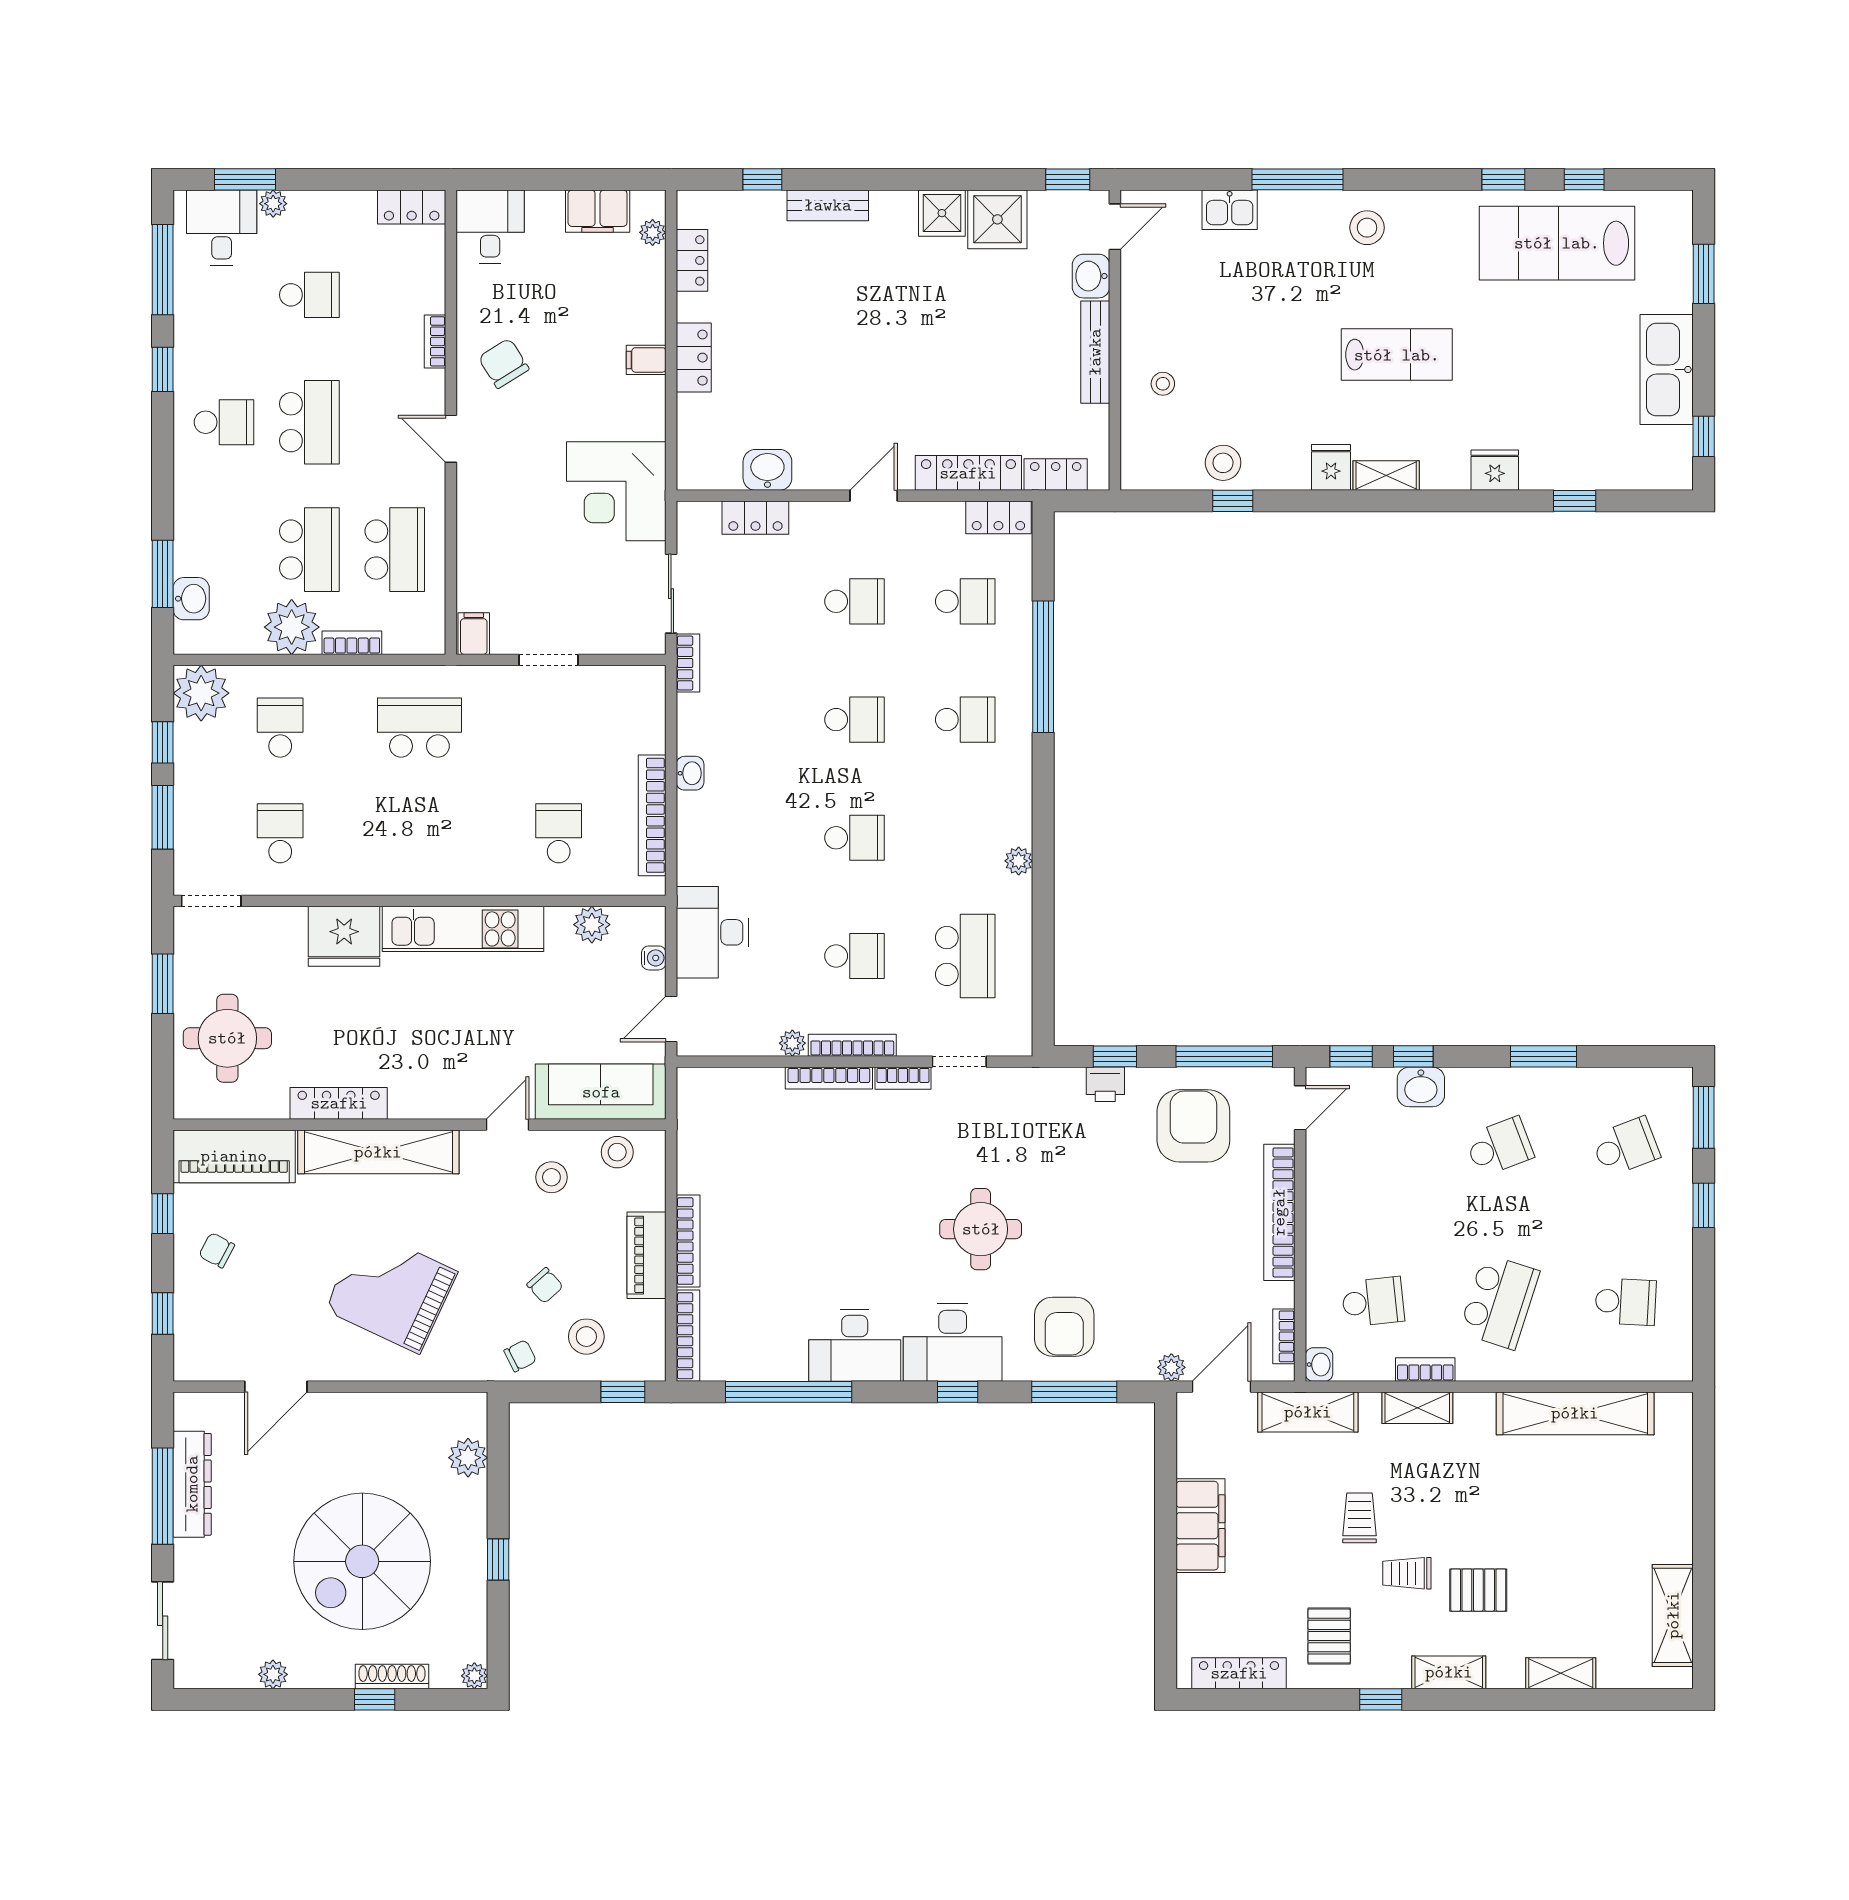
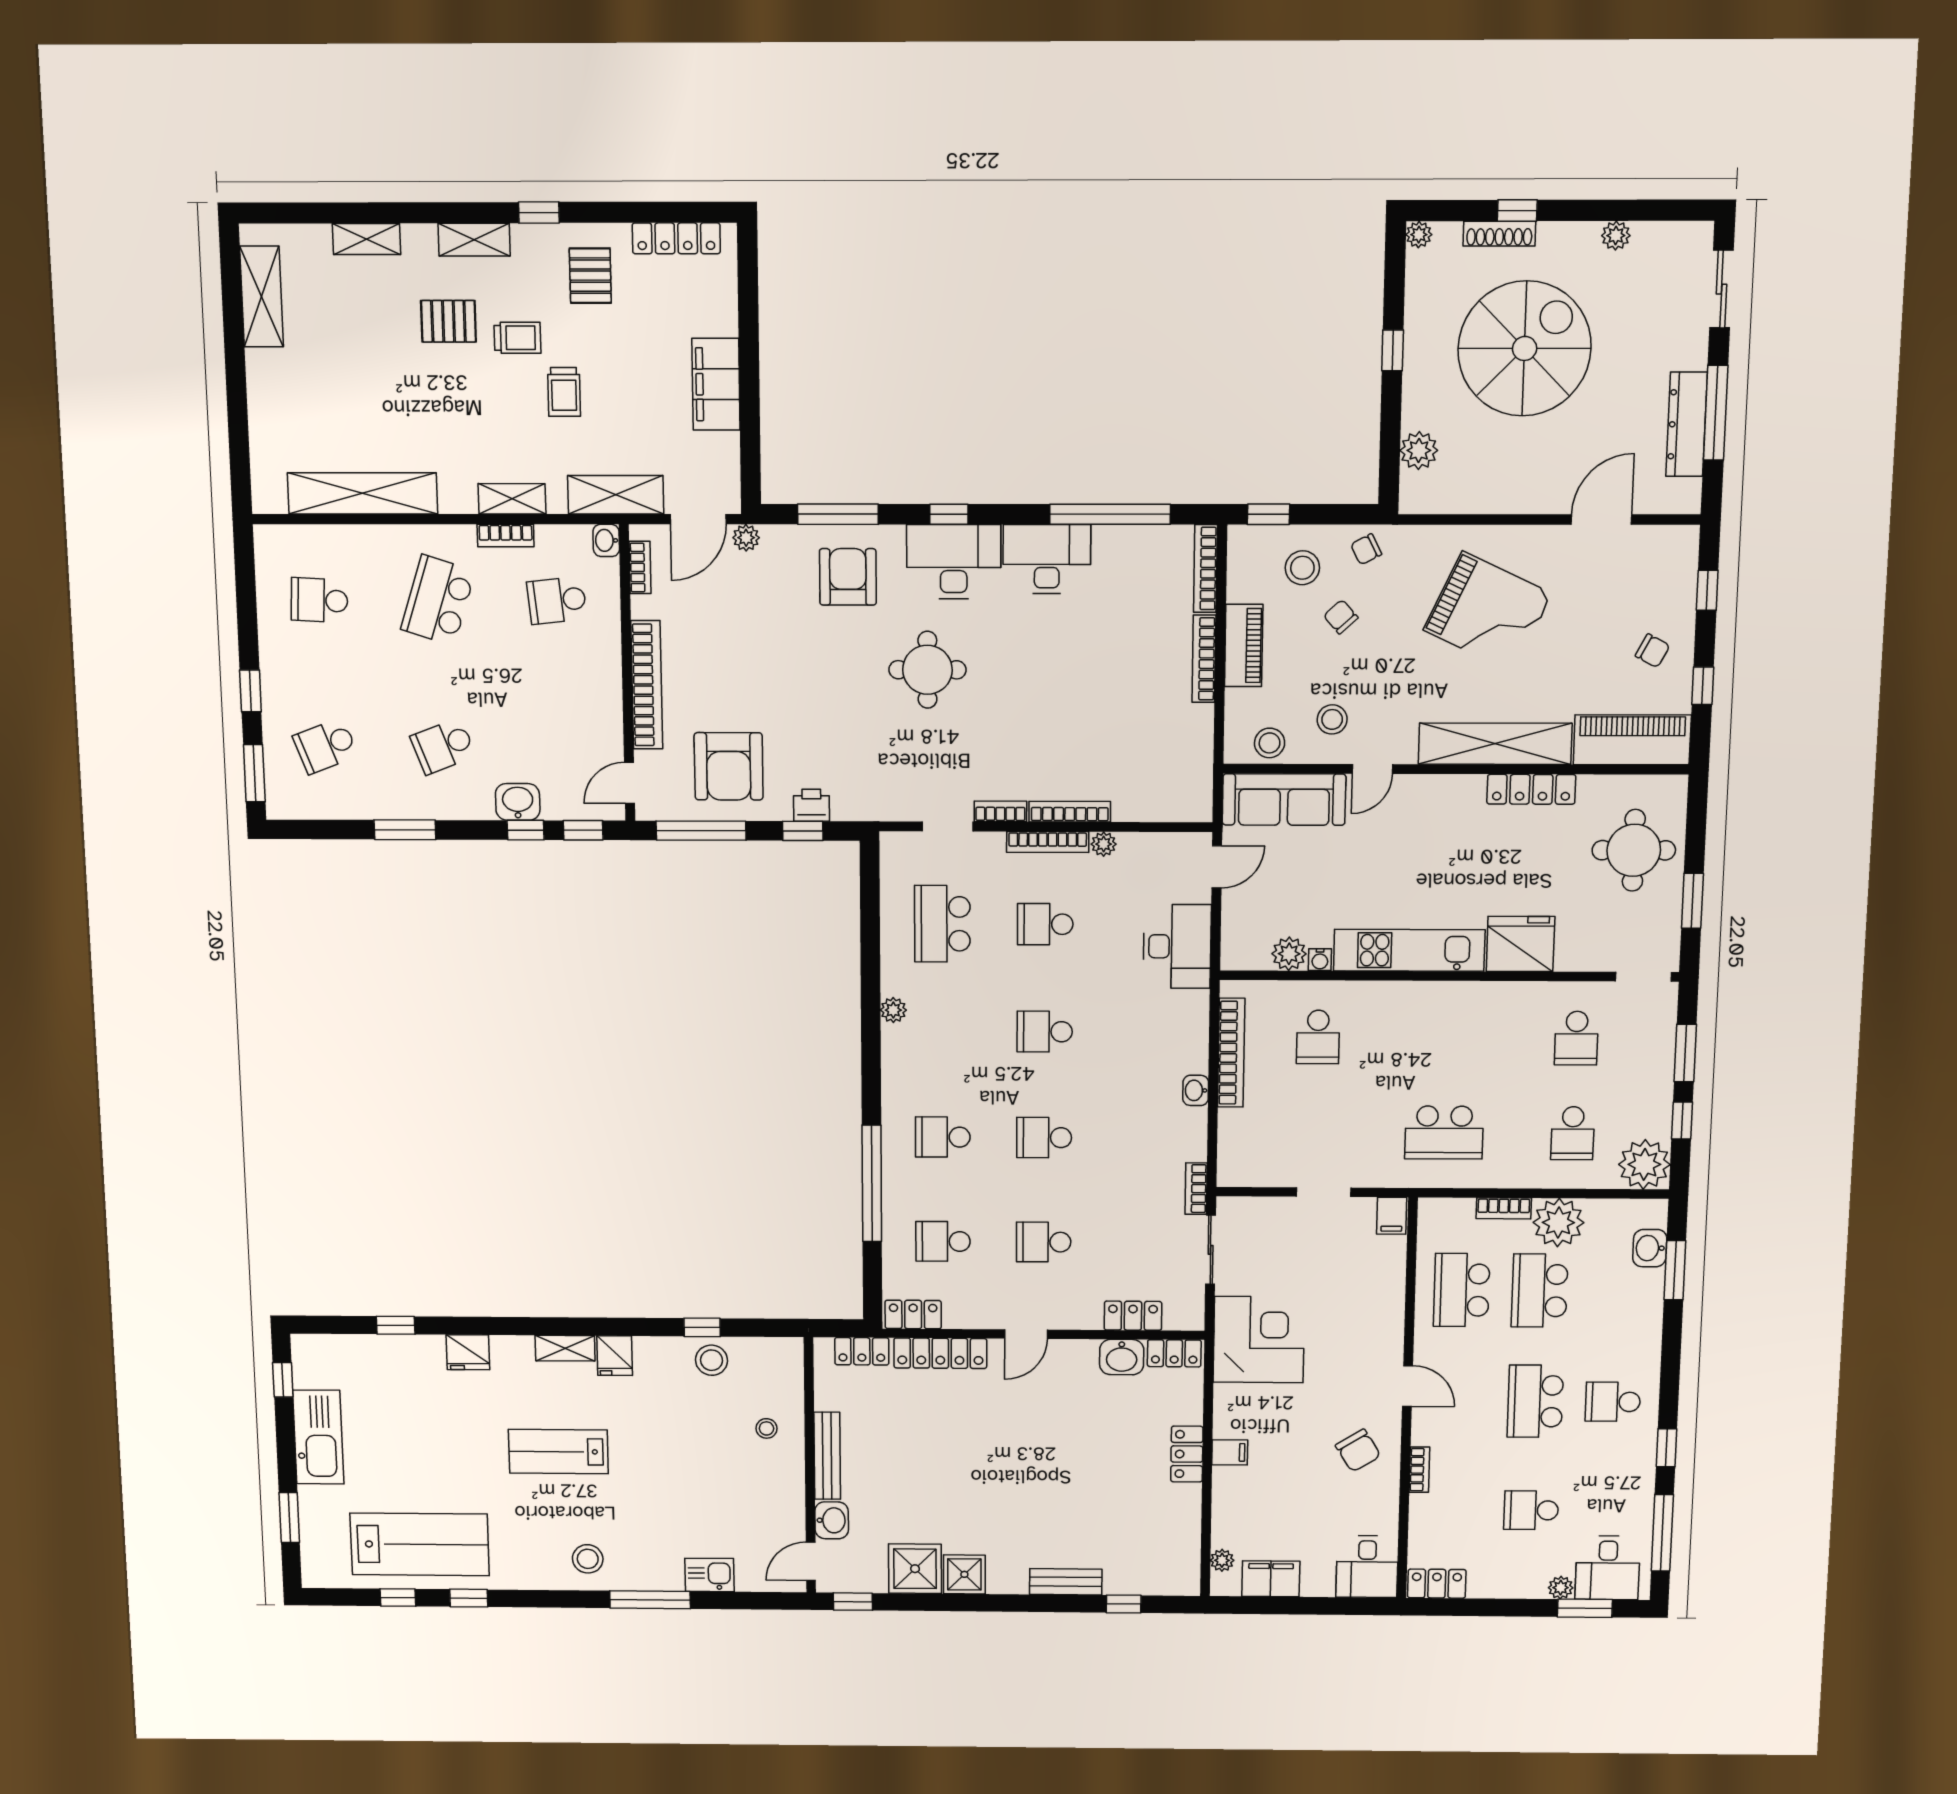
locker: (692, 260) -> (1174, 1353), moved, turned -90
water cooler: (654, 958) -> (1320, 960), moved, turned -90

